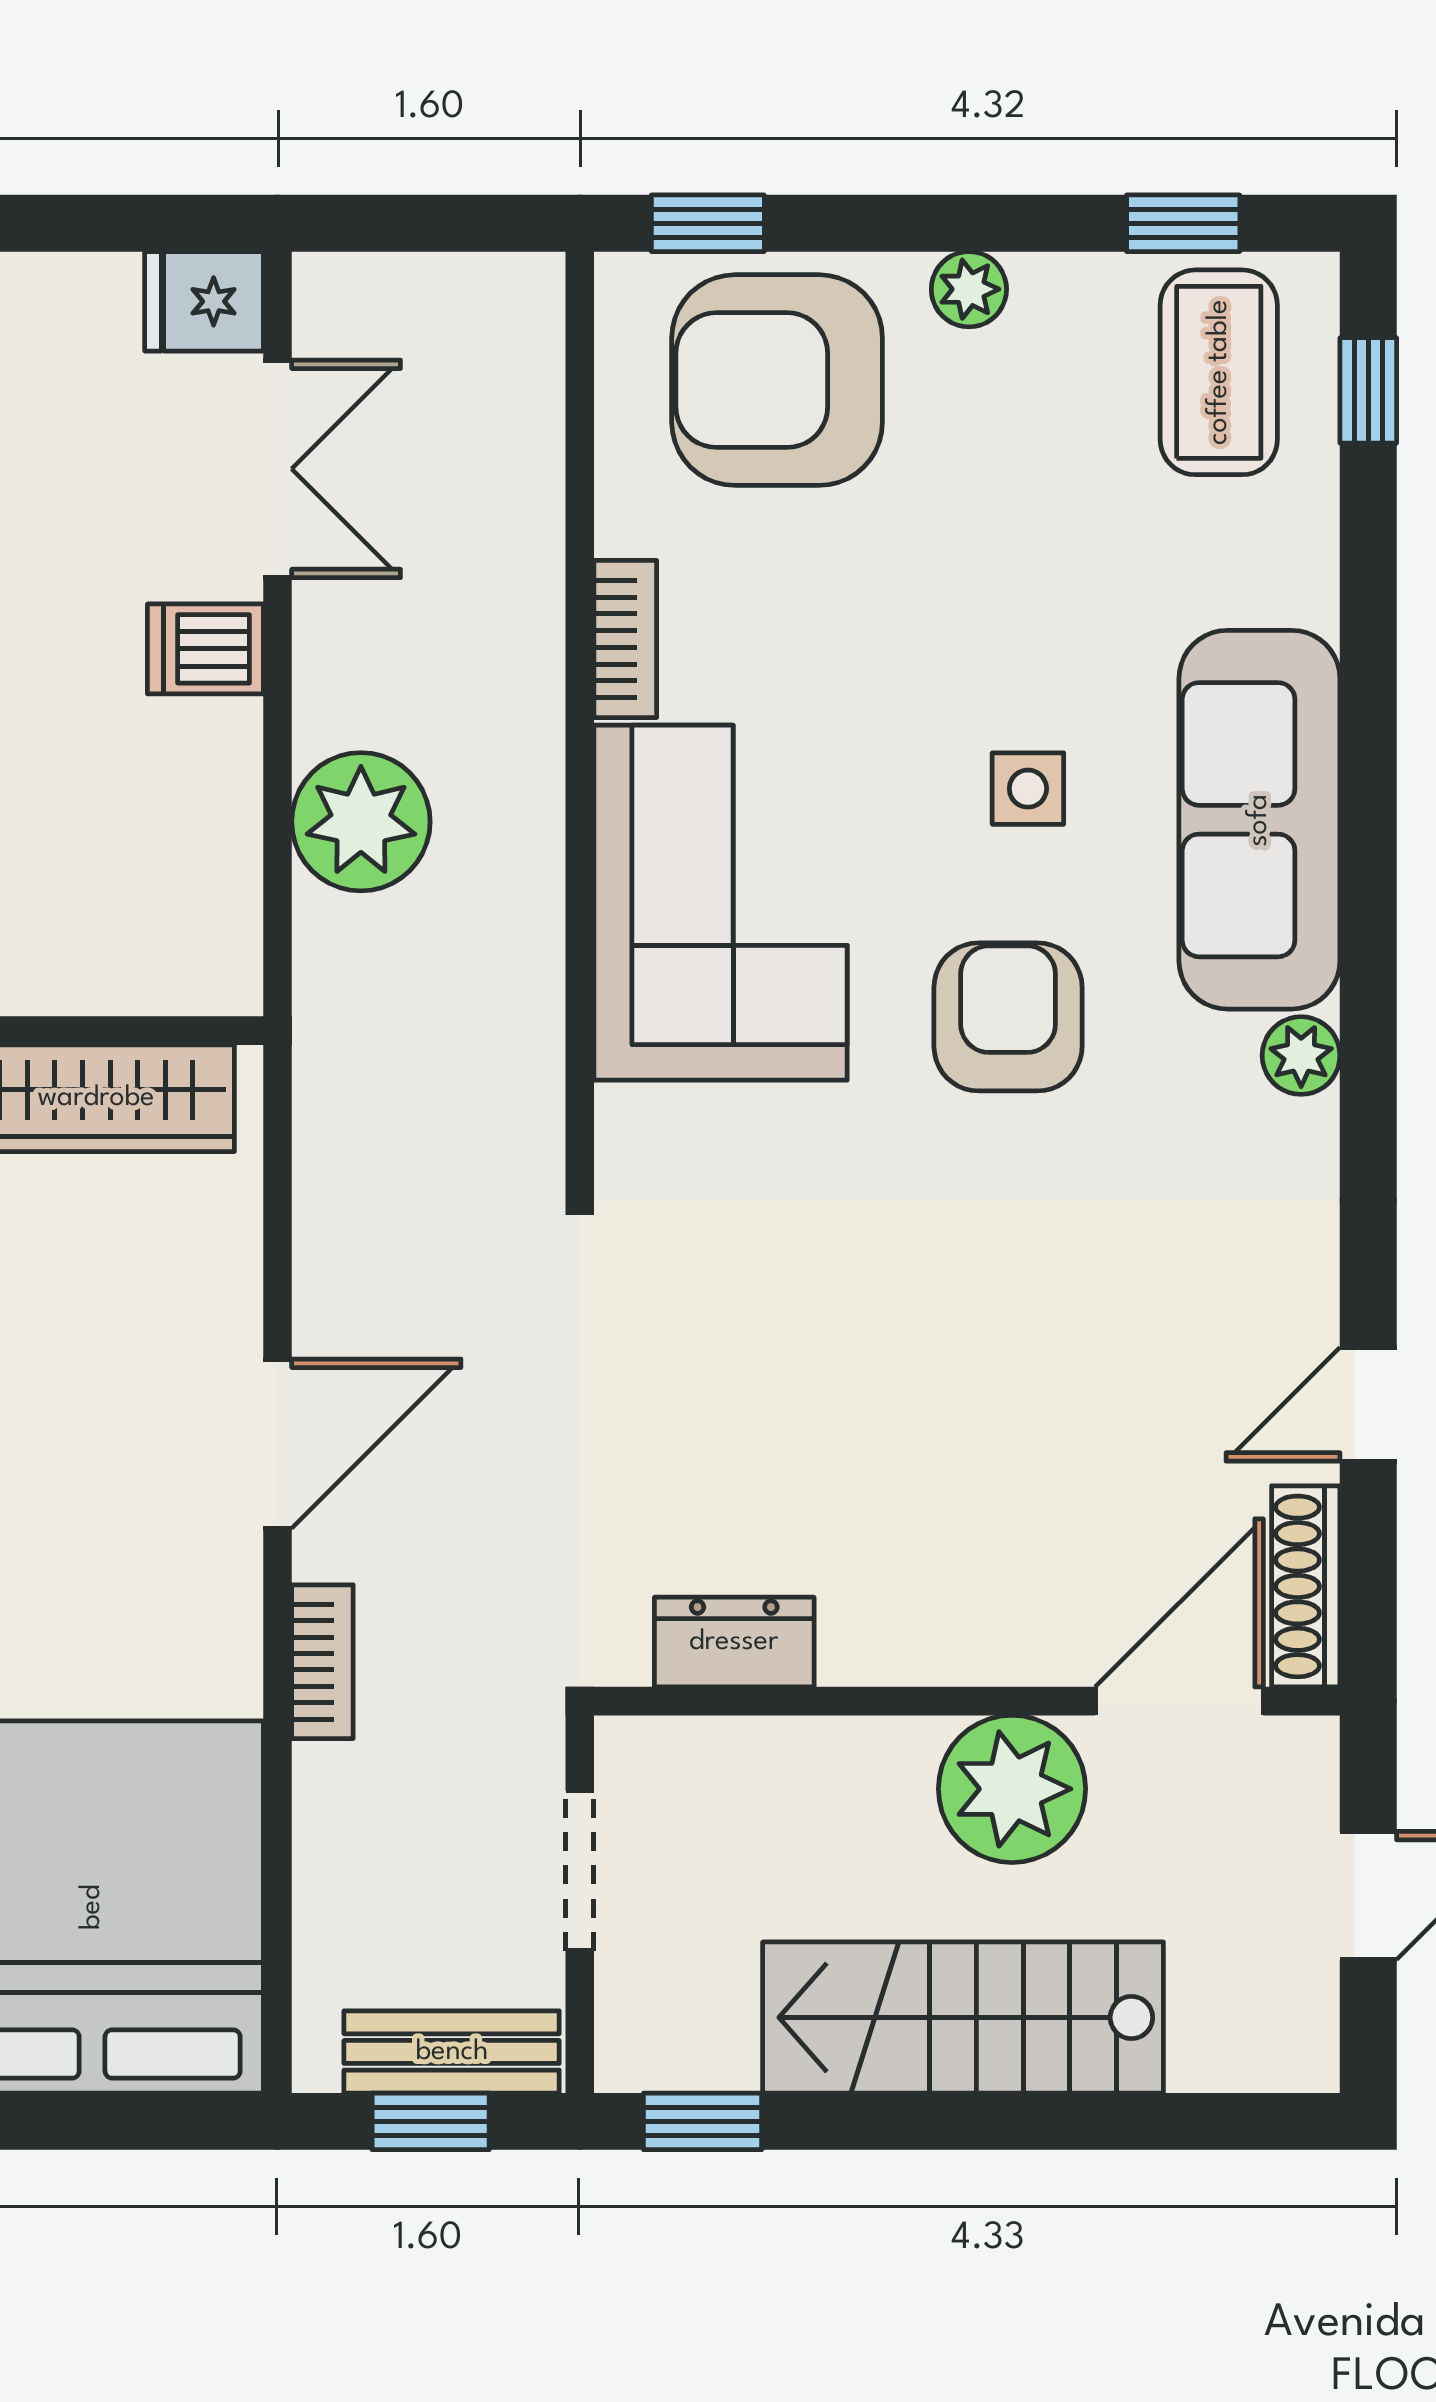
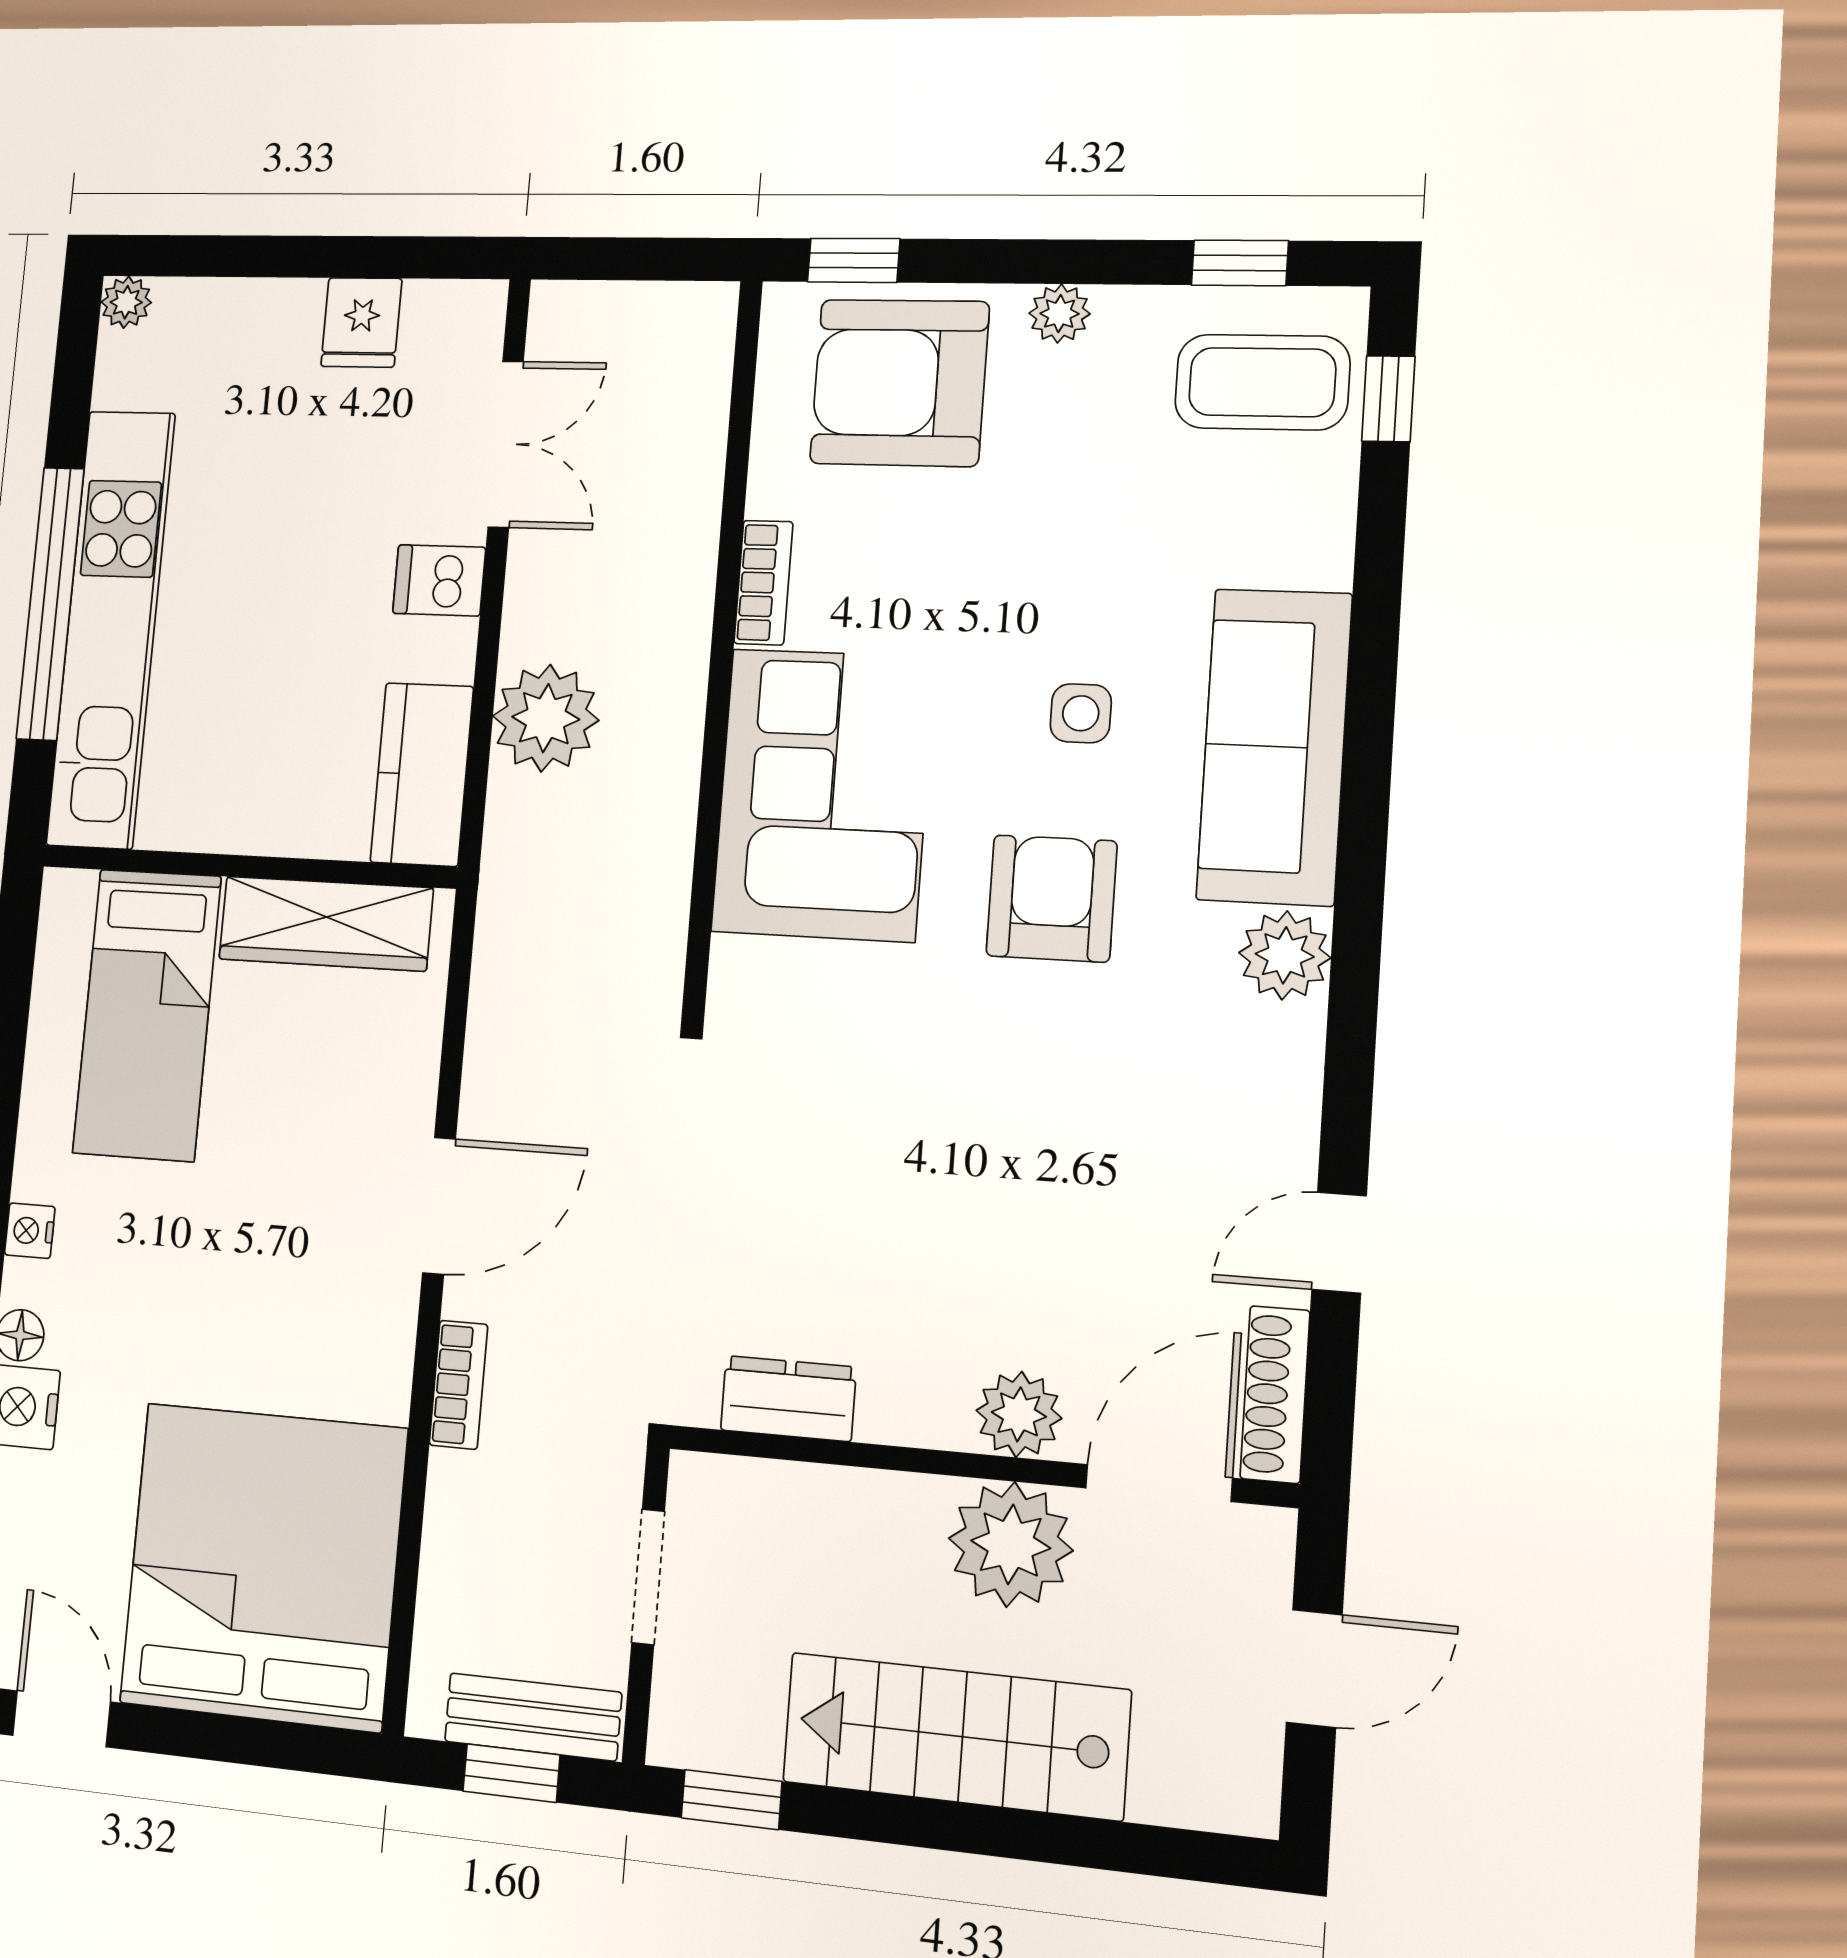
fridge: (204, 301) -> (361, 322), moved, turned -90
coffee table: (1219, 372) -> (1262, 382), turned 90
kitchen counter: (205, 901) -> (422, 774), added
plant: (1301, 1056) -> (1285, 955), width x1.38, depth x1.38
plant: (1011, 1636) -> (1019, 1414), added

